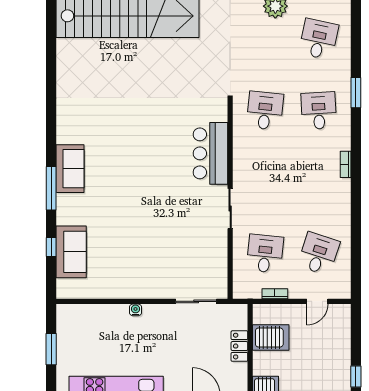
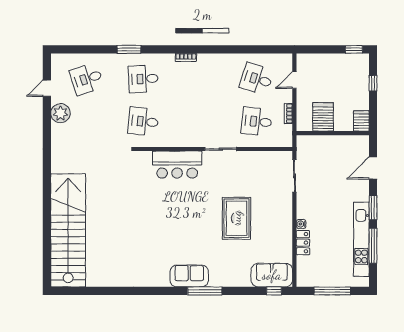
desk: (319, 39) -> (87, 79), turned -30
rug: (143, 228) -> (236, 218), added
window: (51, 247) -> (274, 291), moved
sofa: (71, 252) -> (272, 275), moved
door: (317, 301) -> (294, 80), swing flipped
locker: (239, 346) -> (303, 243), moved, turned -90
window: (51, 349) -> (332, 291), width x1.44

